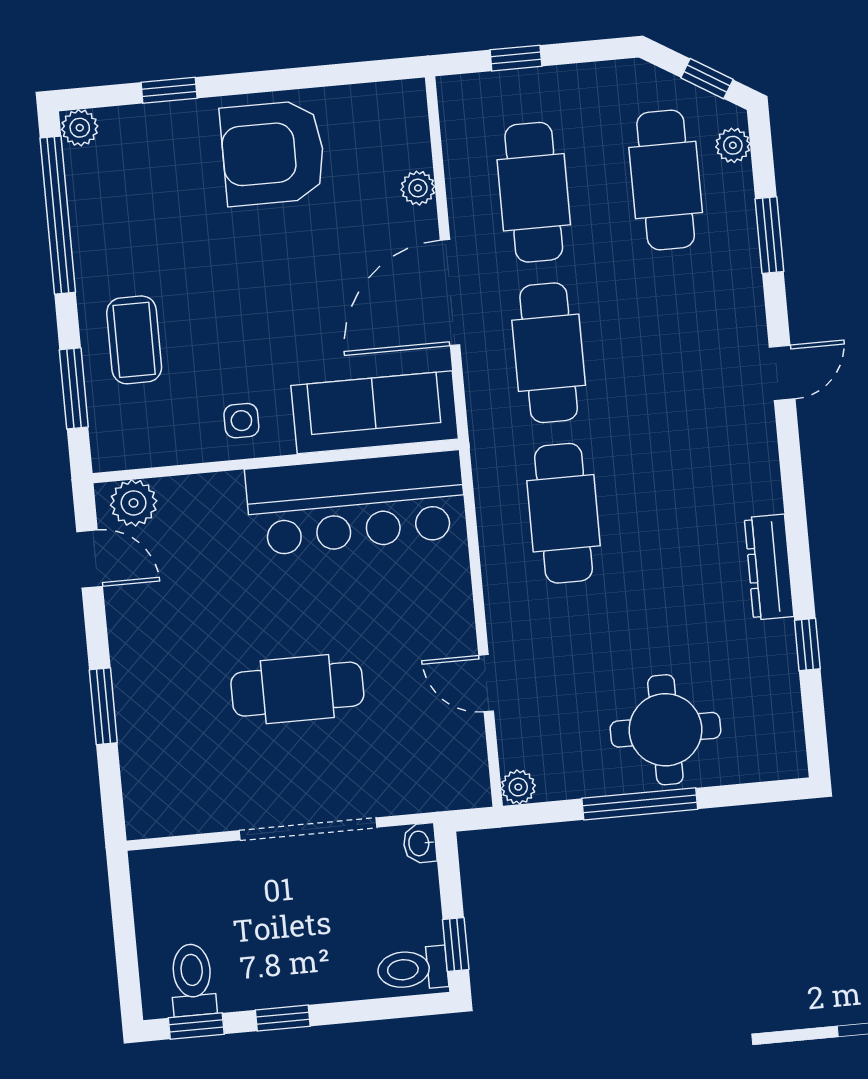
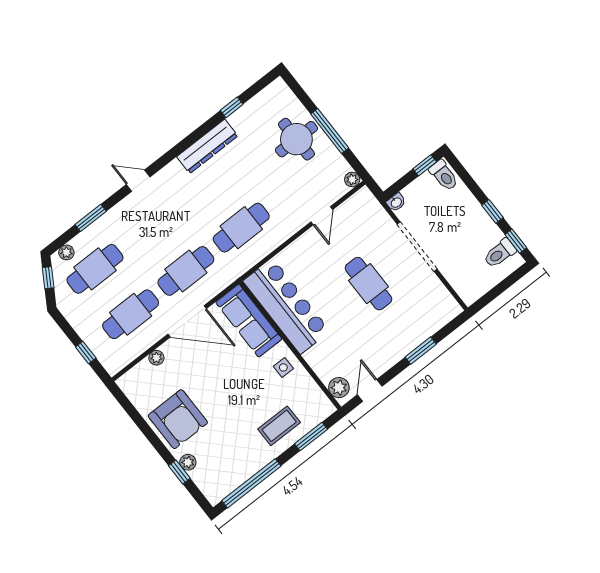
plant: (80, 128) -> (188, 462), moved
dresser: (769, 567) -> (207, 146), width x1.37, depth x1.24

